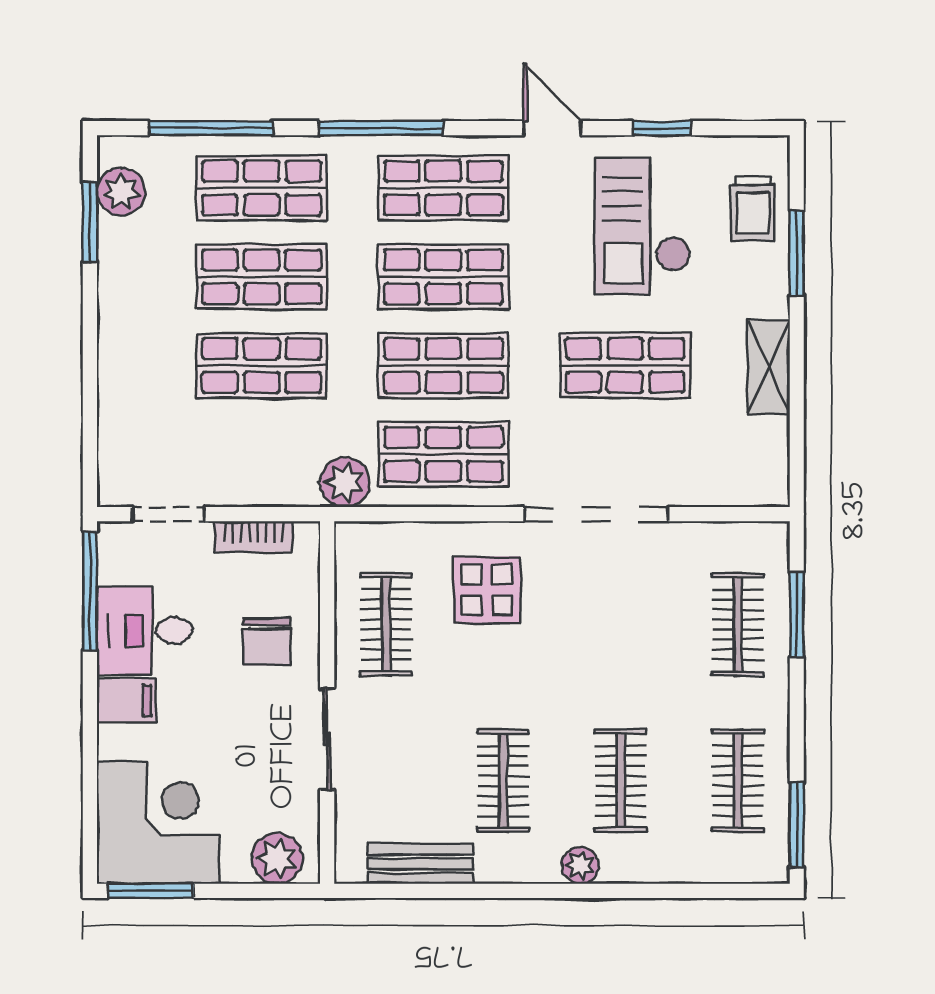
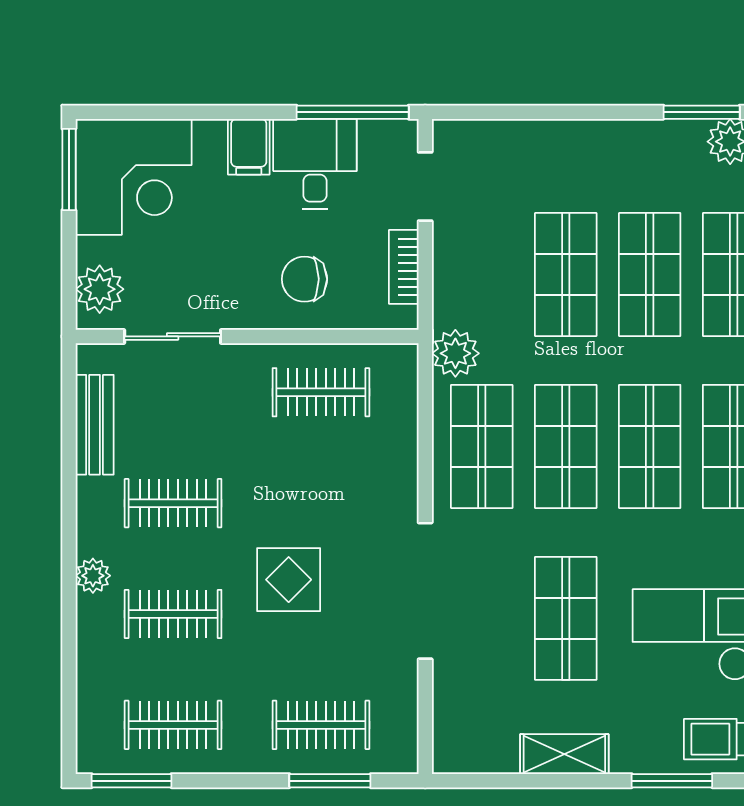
display table: (487, 590) -> (289, 580), moved
sliding door: (327, 739) -> (173, 336), moved

